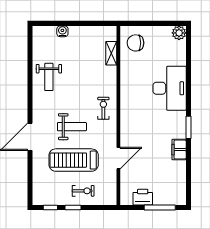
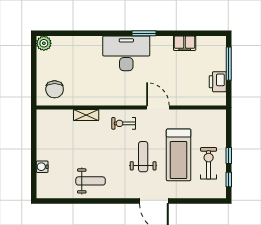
shelving: (111, 53) -> (86, 115), moved
desk: (170, 88) -> (126, 53), moved
filing cabinet: (179, 150) -> (185, 43), moved
door: (118, 158) -> (158, 107), moved
exercise bike: (83, 191) -> (209, 163), moved, width x1.38, depth x1.39

